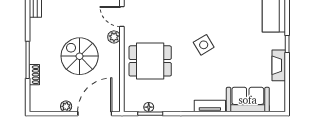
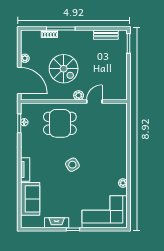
spiral stairs: (80, 56) -> (64, 69), turned 90
dining table: (150, 61) -> (60, 123), turned 90

